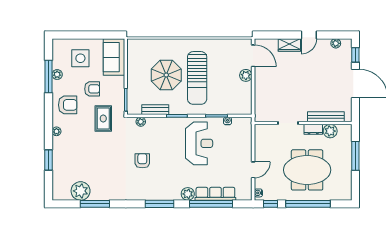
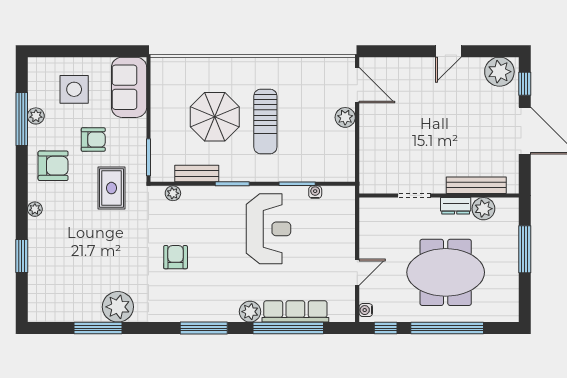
plant: (336, 43) -> (499, 72), width x1.88, depth x1.88
wardrobe: (289, 45) -> (417, 68), removed
sun lounger: (197, 78) -> (265, 122), width x0.73, depth x0.75
plant: (81, 191) -> (118, 307), moved

